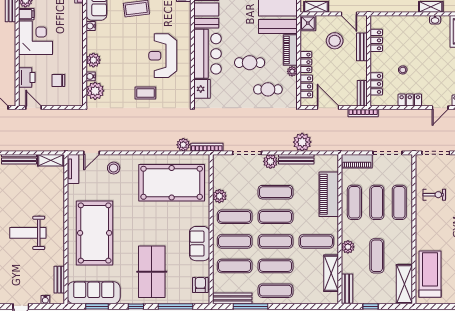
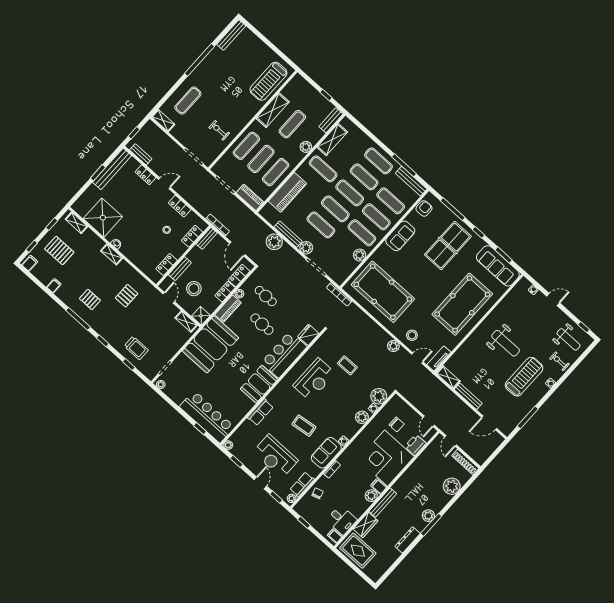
corner desk: (35, 38) -> (386, 458), width x1.36, depth x1.36
plant: (183, 145) -> (393, 346), moved
bench: (59, 280) -> (513, 295), removed
shelving: (404, 284) -> (273, 110), moved
armchair: (200, 285) -> (424, 208), turned 180

